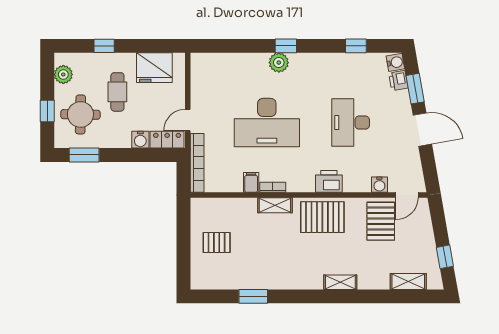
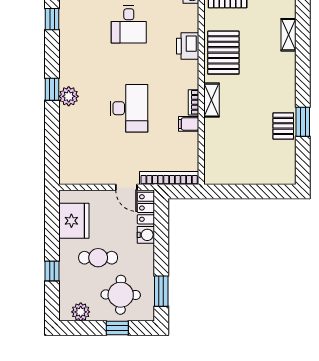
desk: (267, 123) -> (129, 108), width x0.73, depth x0.77
desk: (351, 123) -> (129, 24), width x0.73
pallet: (217, 242) -> (283, 126), moved

